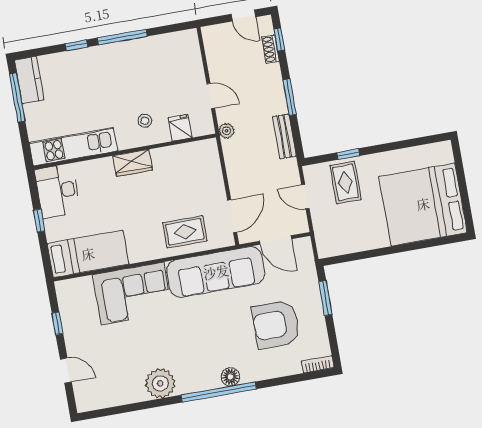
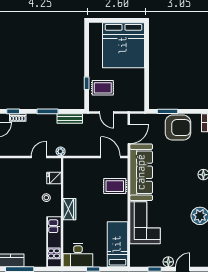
door: (305, 197) -> (107, 113), hinge flipped
rug: (185, 232) -> (115, 186), turned 90
armchair: (276, 324) -> (178, 128), moved, turned -90
floor lamp: (74, 344) -> (168, 262), added

